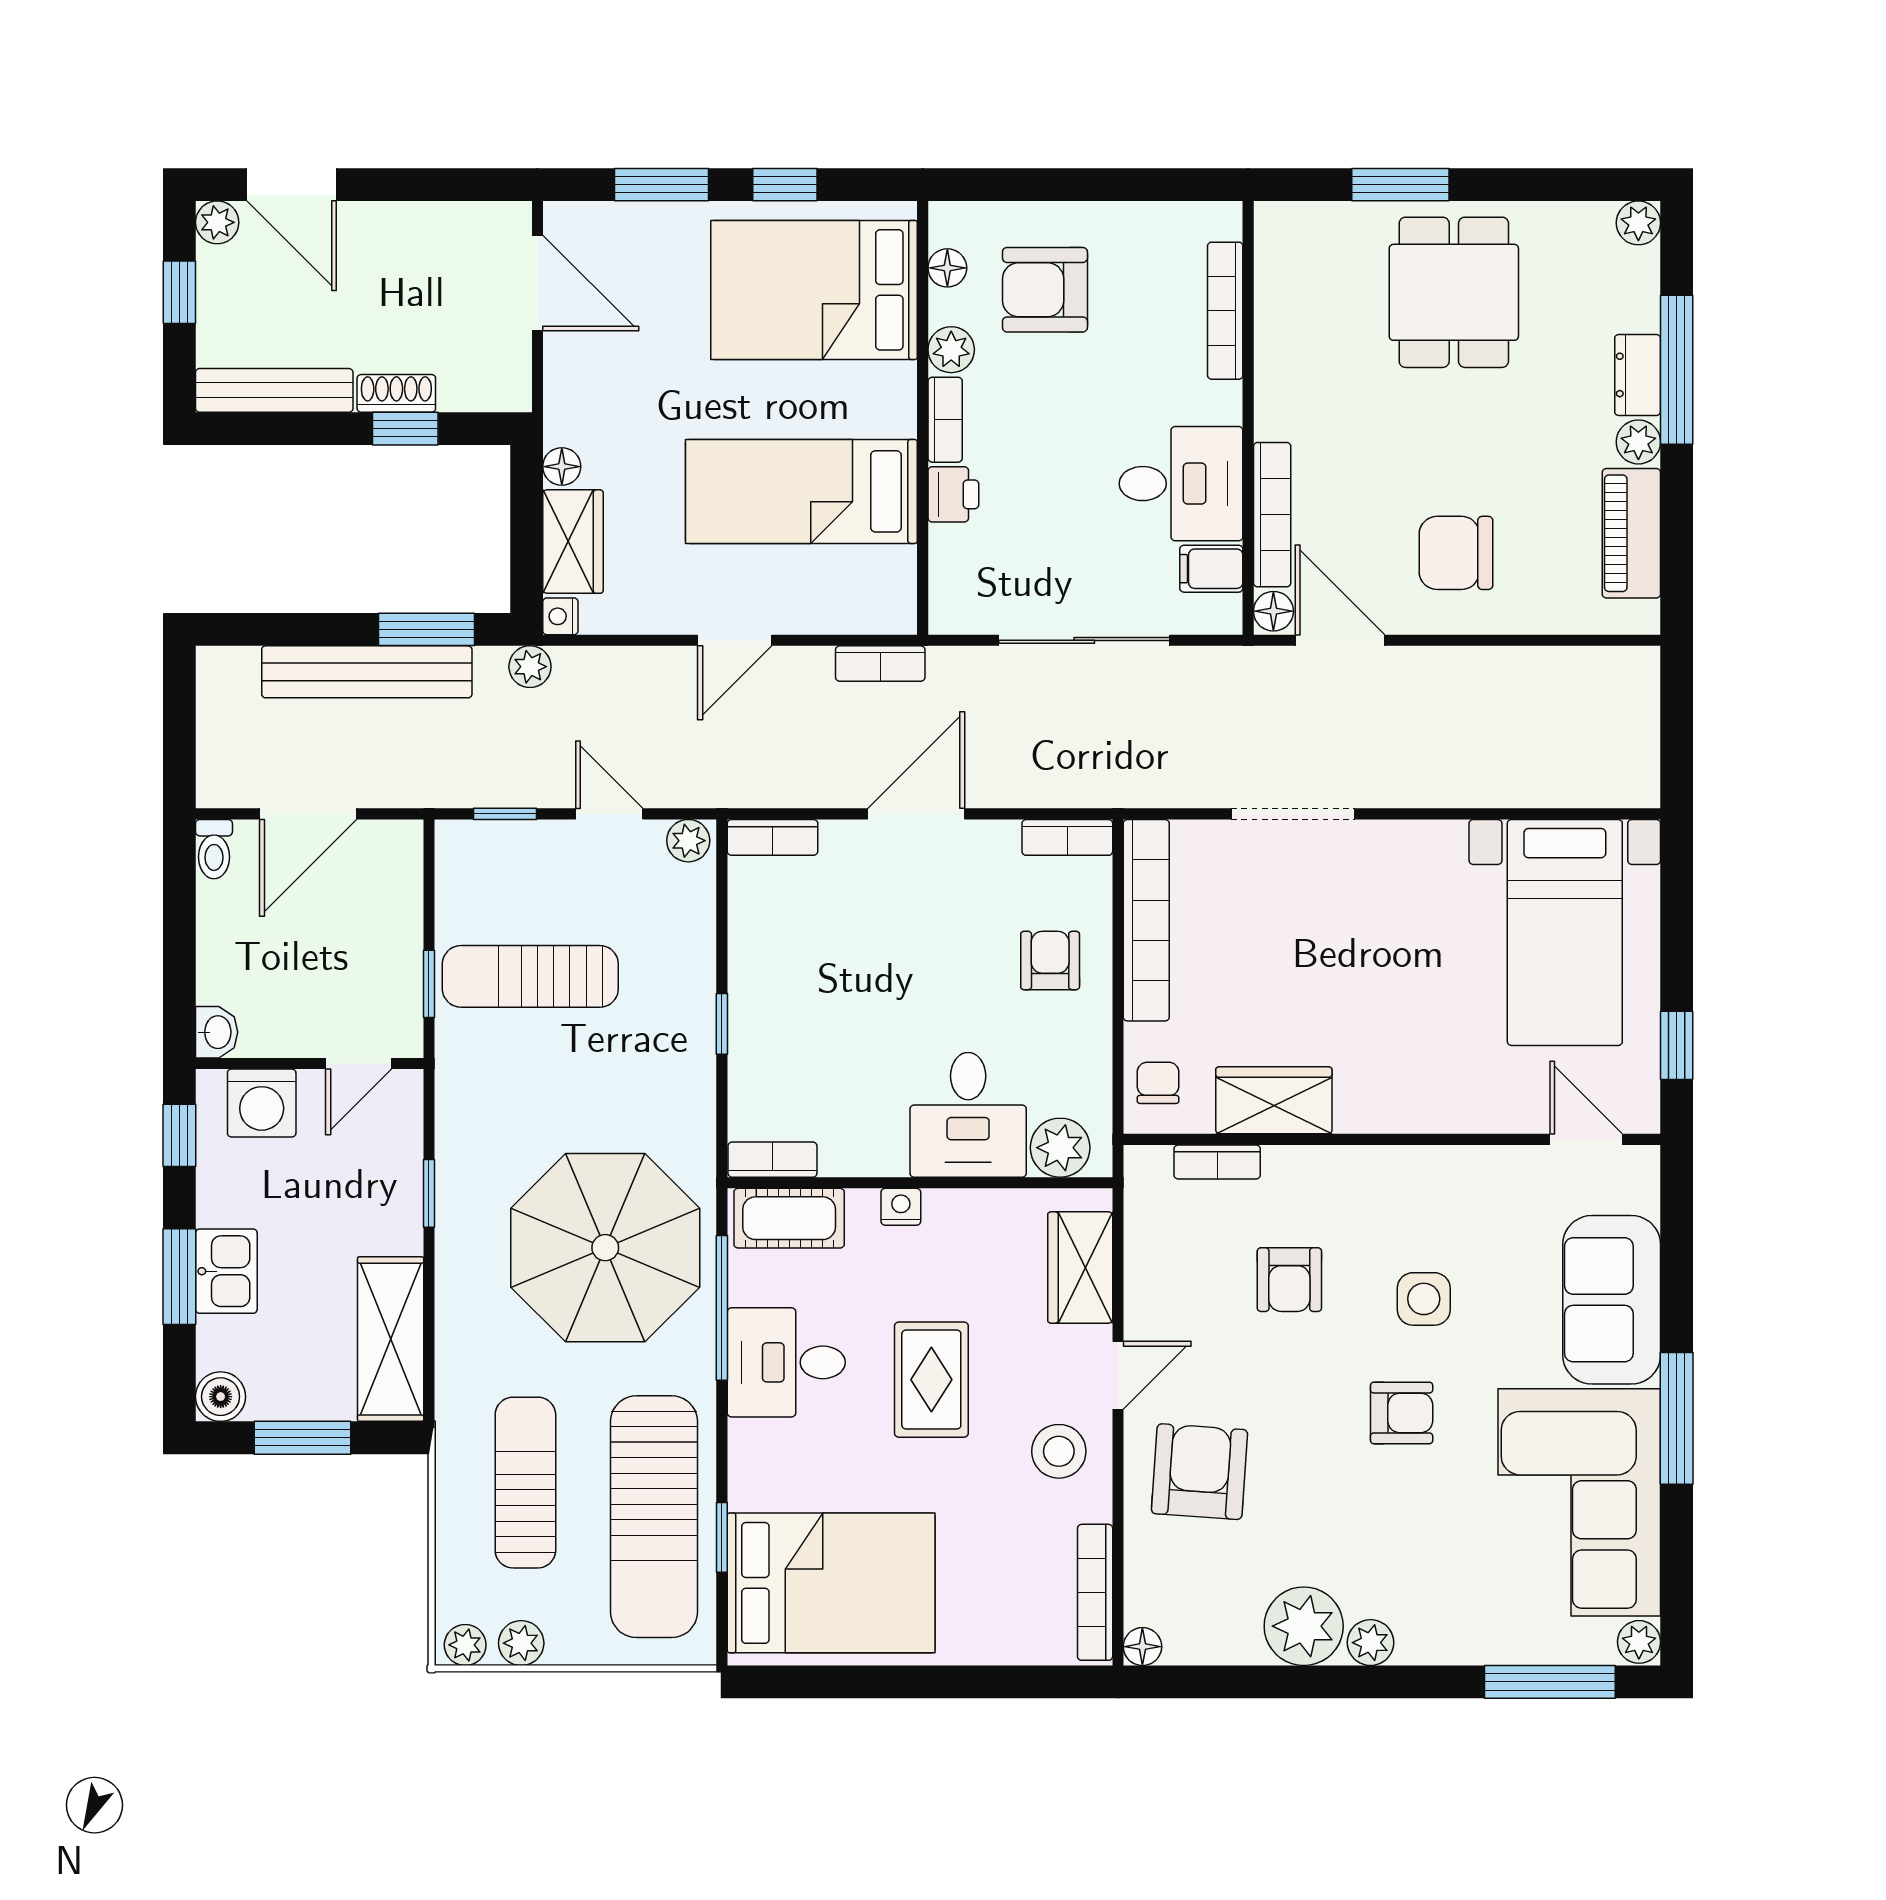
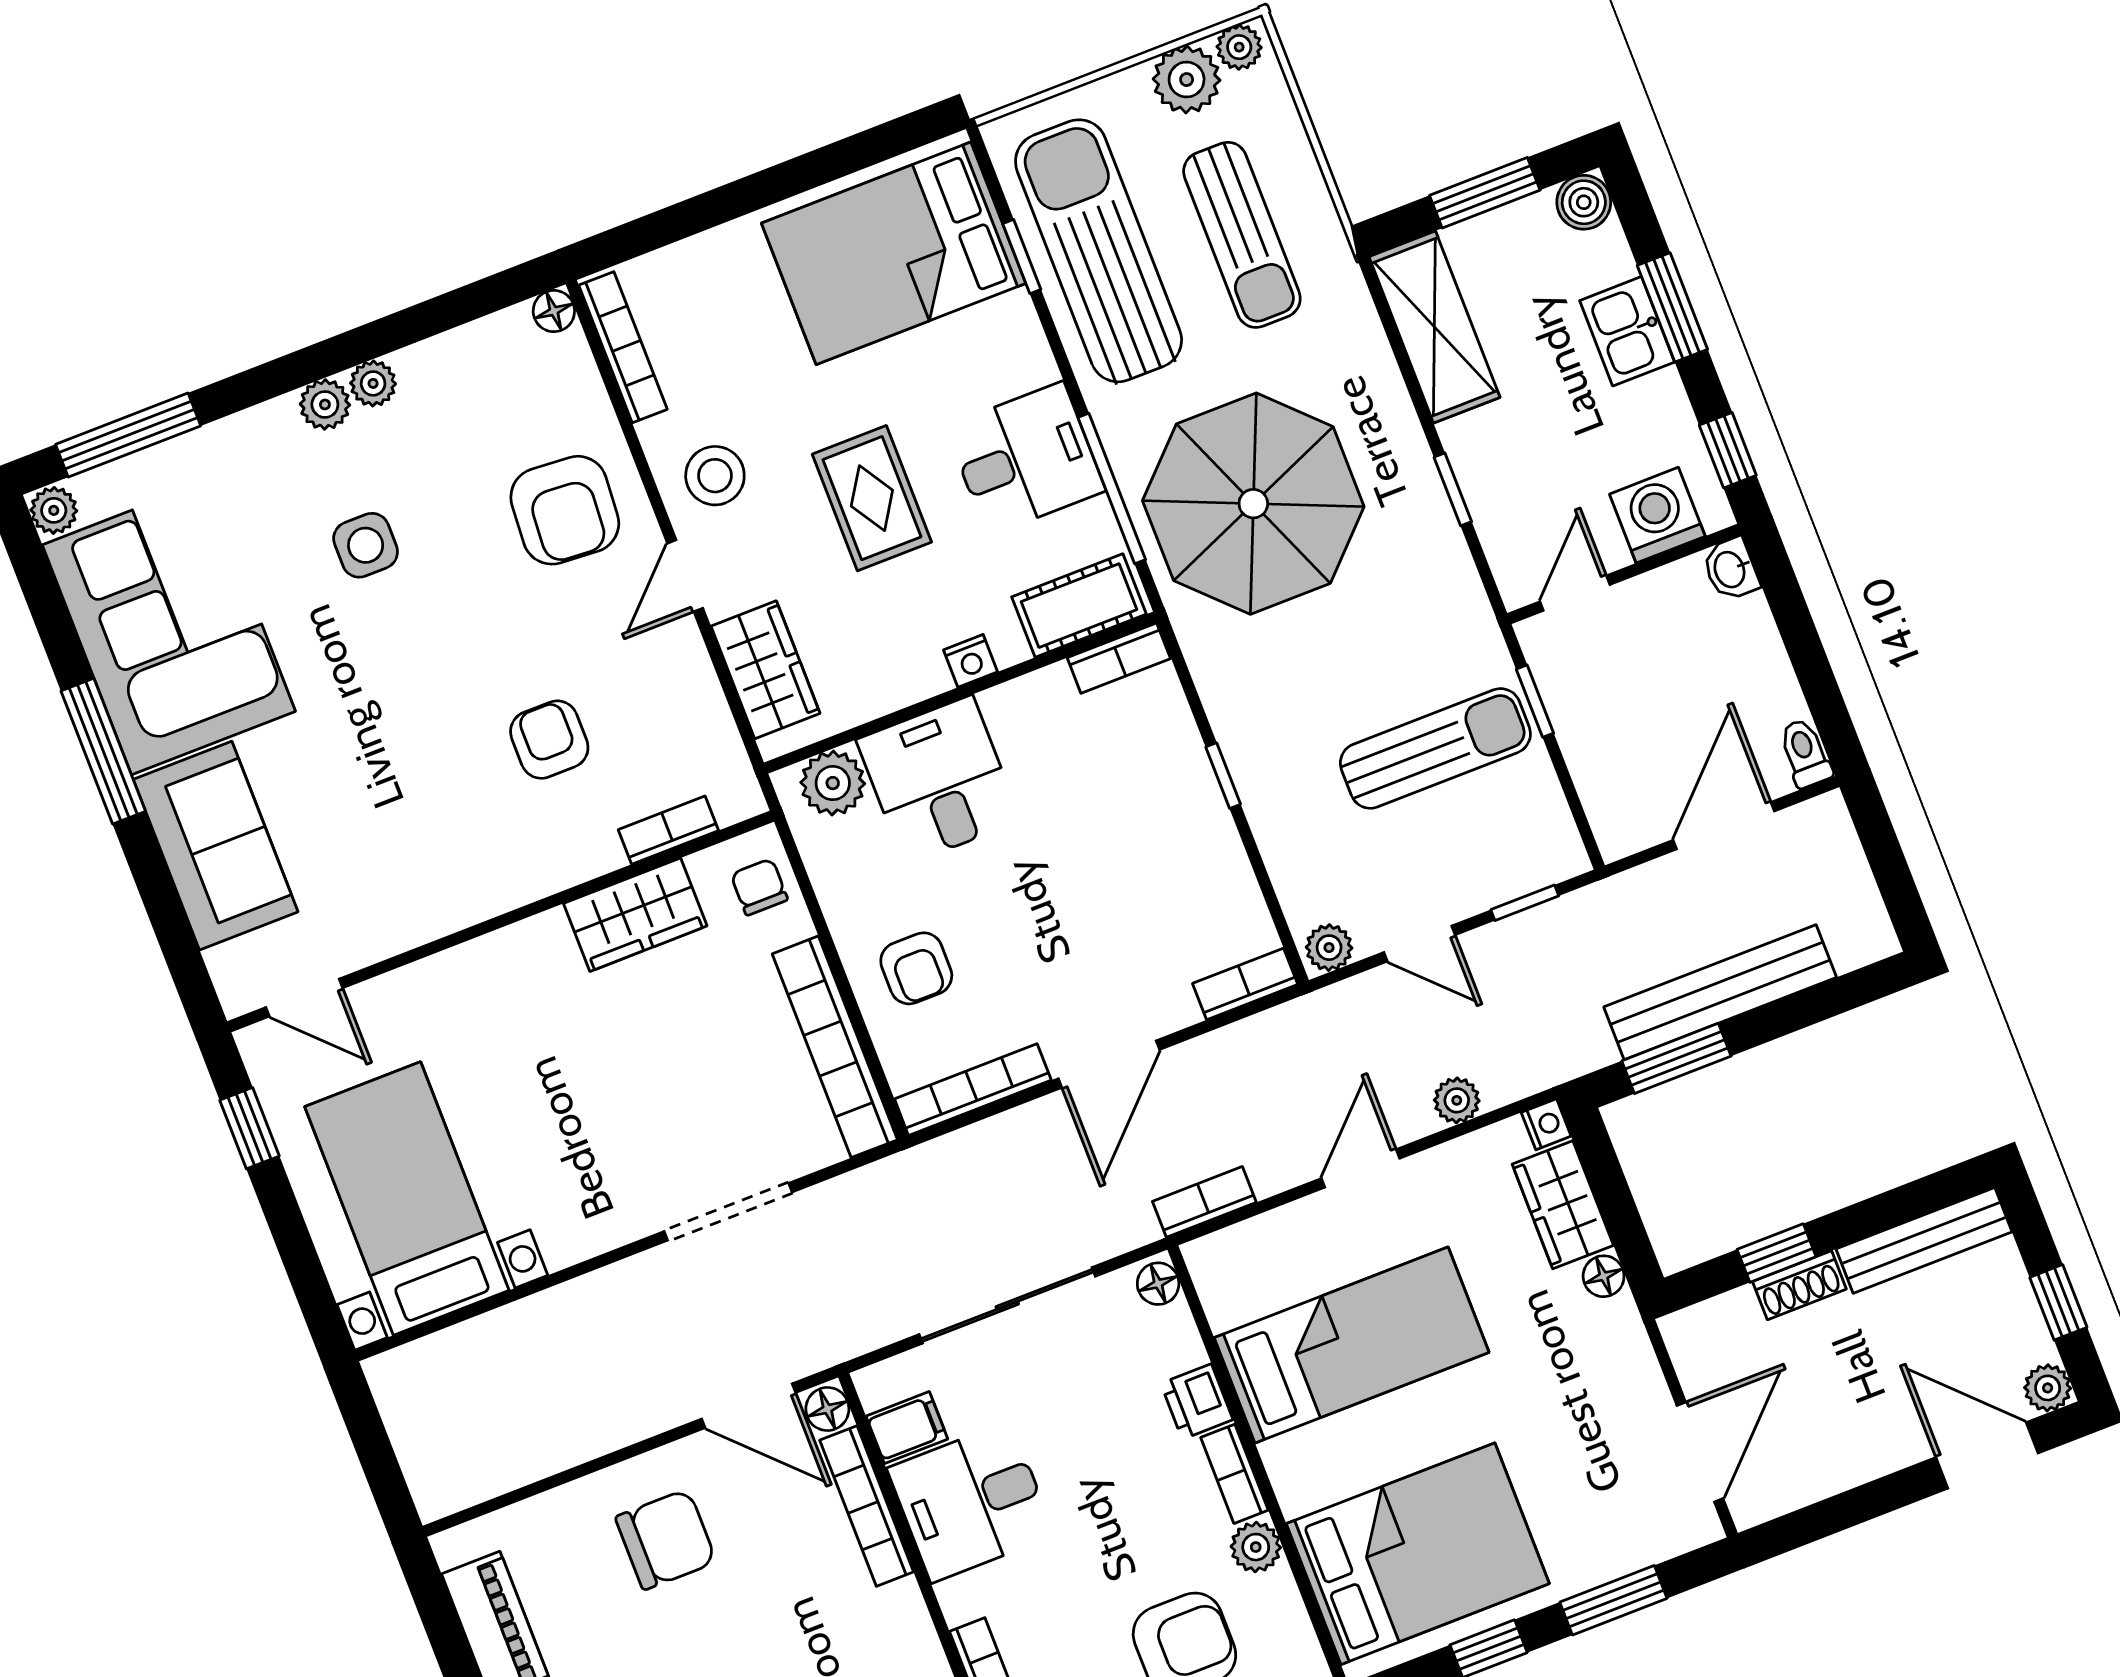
floor lamp: (947, 268) -> (1158, 1284), moved
door: (537, 283) -> (1700, 1452), swing flipped
plant: (530, 667) -> (1457, 1100), moved
bookcase: (1067, 837) -> (973, 1090), width x1.56
chair: (1158, 1083) -> (759, 887), turned 180
side table: (1424, 1299) -> (366, 545), moved
armchair: (1402, 1413) -> (384, 649), removed
plant: (1304, 1626) -> (373, 383), width x0.53, depth x0.53
plant: (521, 1643) -> (1187, 80), width x1.38, depth x1.38

